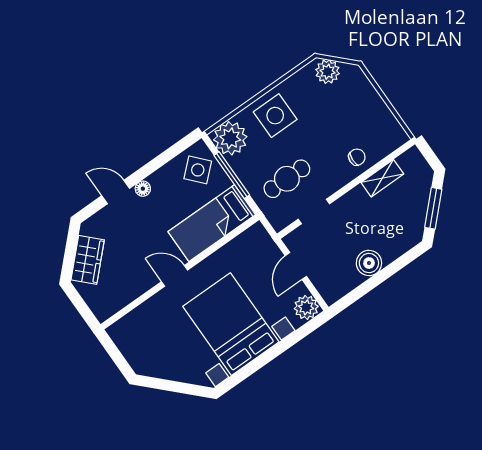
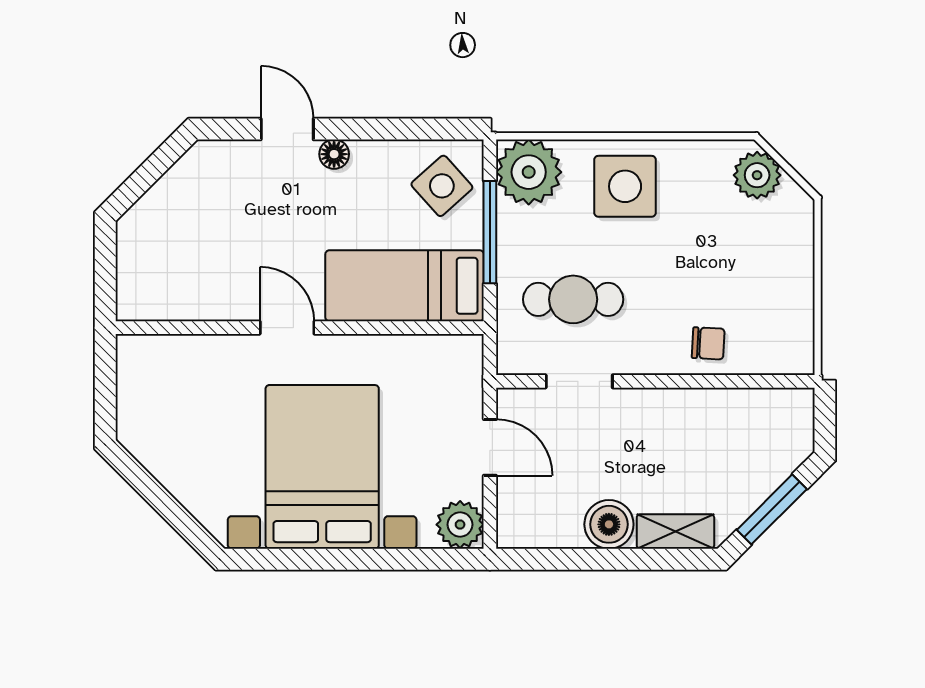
shelving: (382, 178) -> (675, 531), moved
wardrobe: (88, 260) -> (167, 205), removed
door: (296, 266) -> (490, 447), swing flipped

